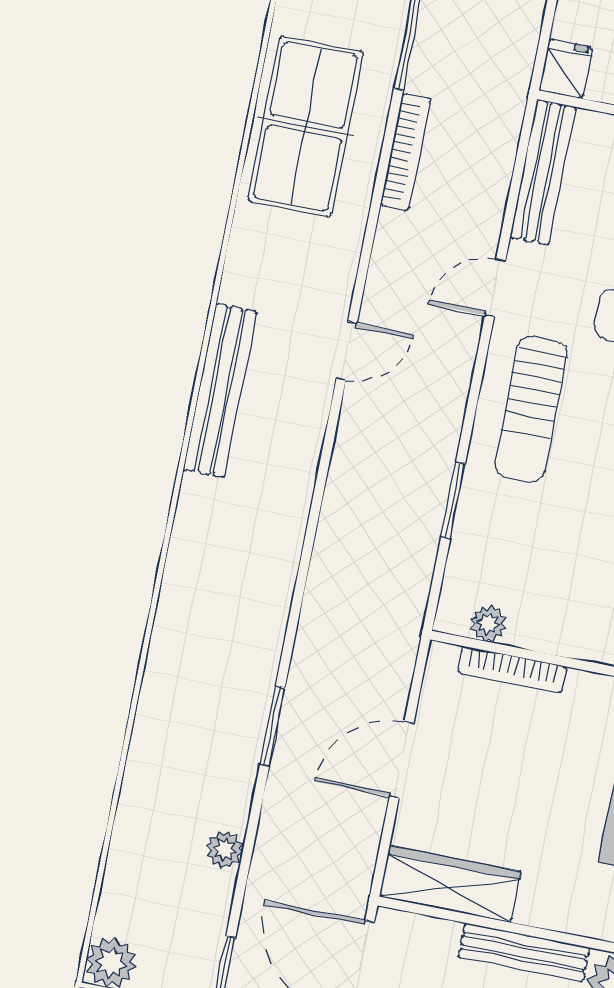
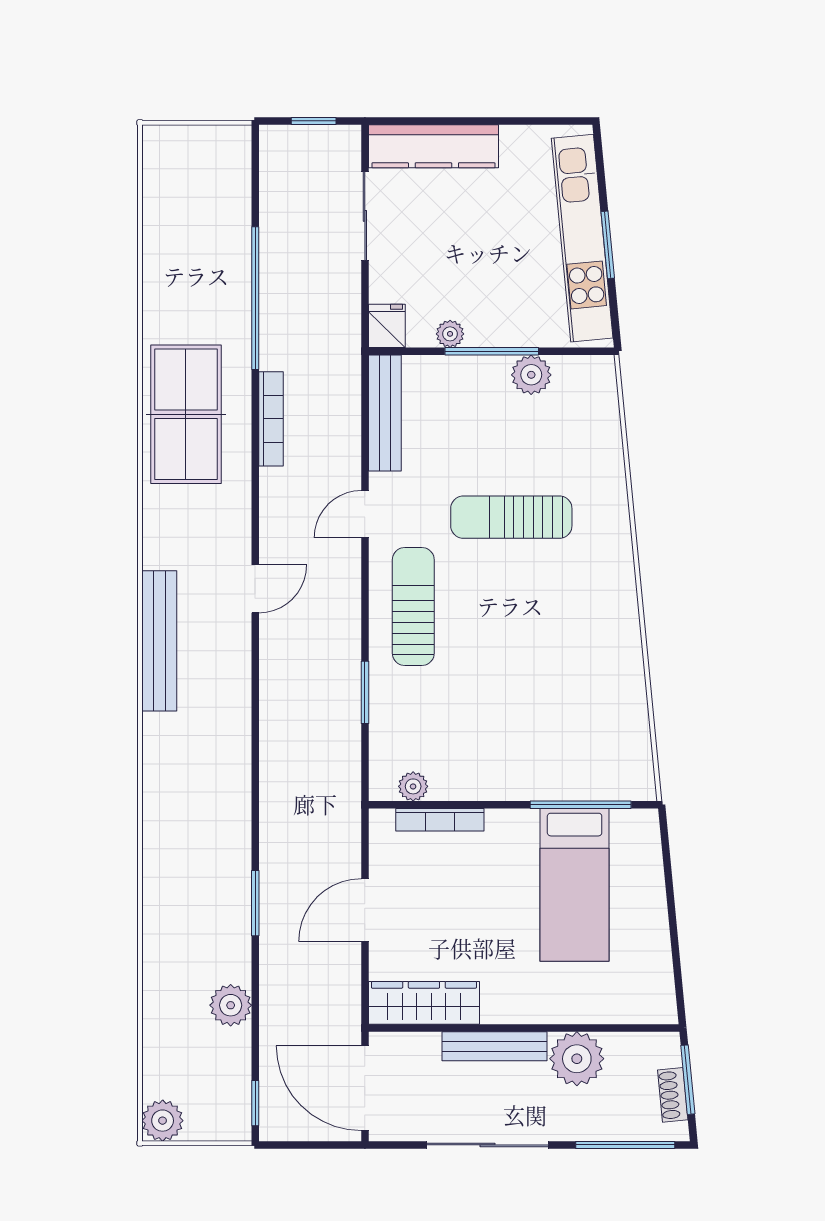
sun lounger: (531, 409) -> (413, 607), turned 180
plant: (225, 850) -> (231, 1005), width x1.38, depth x1.38

